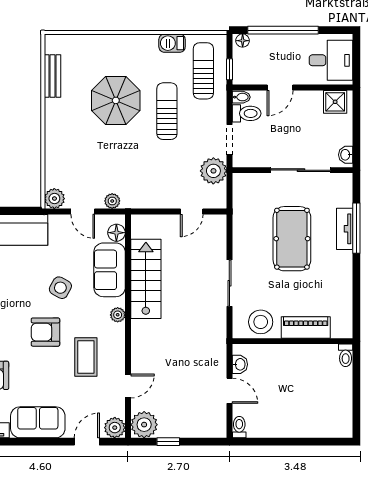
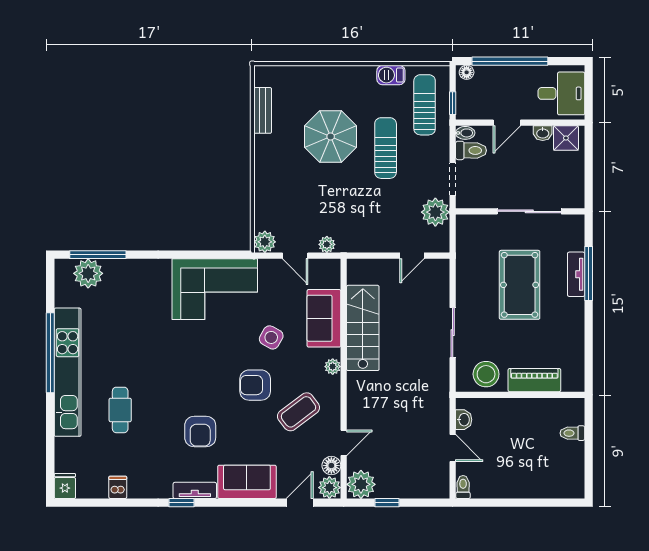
washbasin: (346, 155) -> (543, 133), moved, turned -90
floor lamp: (116, 233) -> (331, 466), moved
toilet: (346, 355) -> (572, 433), moved, turned 90
coffee table: (86, 357) -> (298, 412), turned 53

